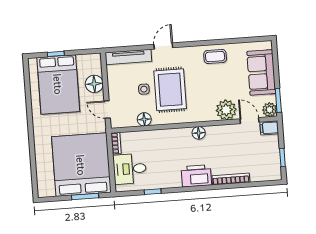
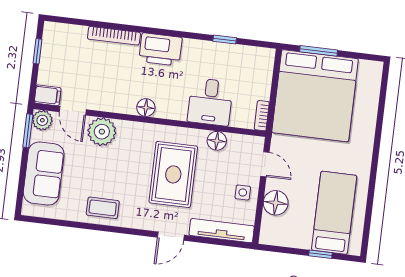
bed: (58, 84) -> (334, 213), width x0.67
side table: (144, 89) -> (243, 193), moved
desk: (130, 169) -> (210, 102), moved, turned 90

